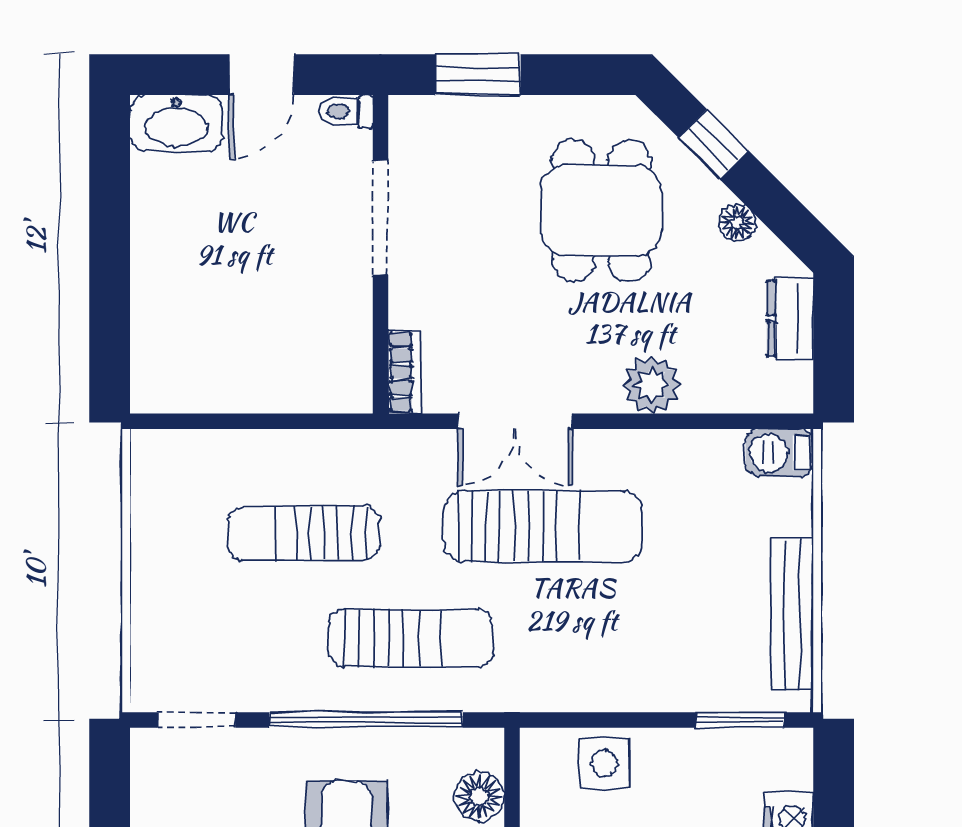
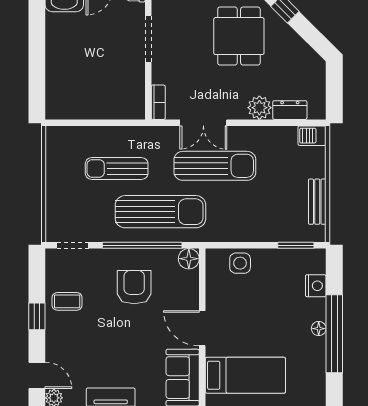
floor lamp: (737, 223) -> (295, 41), removed
dresser: (790, 318) -> (290, 110), moved, turned 90
bench: (792, 614) -> (317, 202), width x0.73
sun lounger: (411, 638) -> (160, 212), width x1.36, depth x1.34
floor lamp: (479, 797) -> (189, 259), moved

